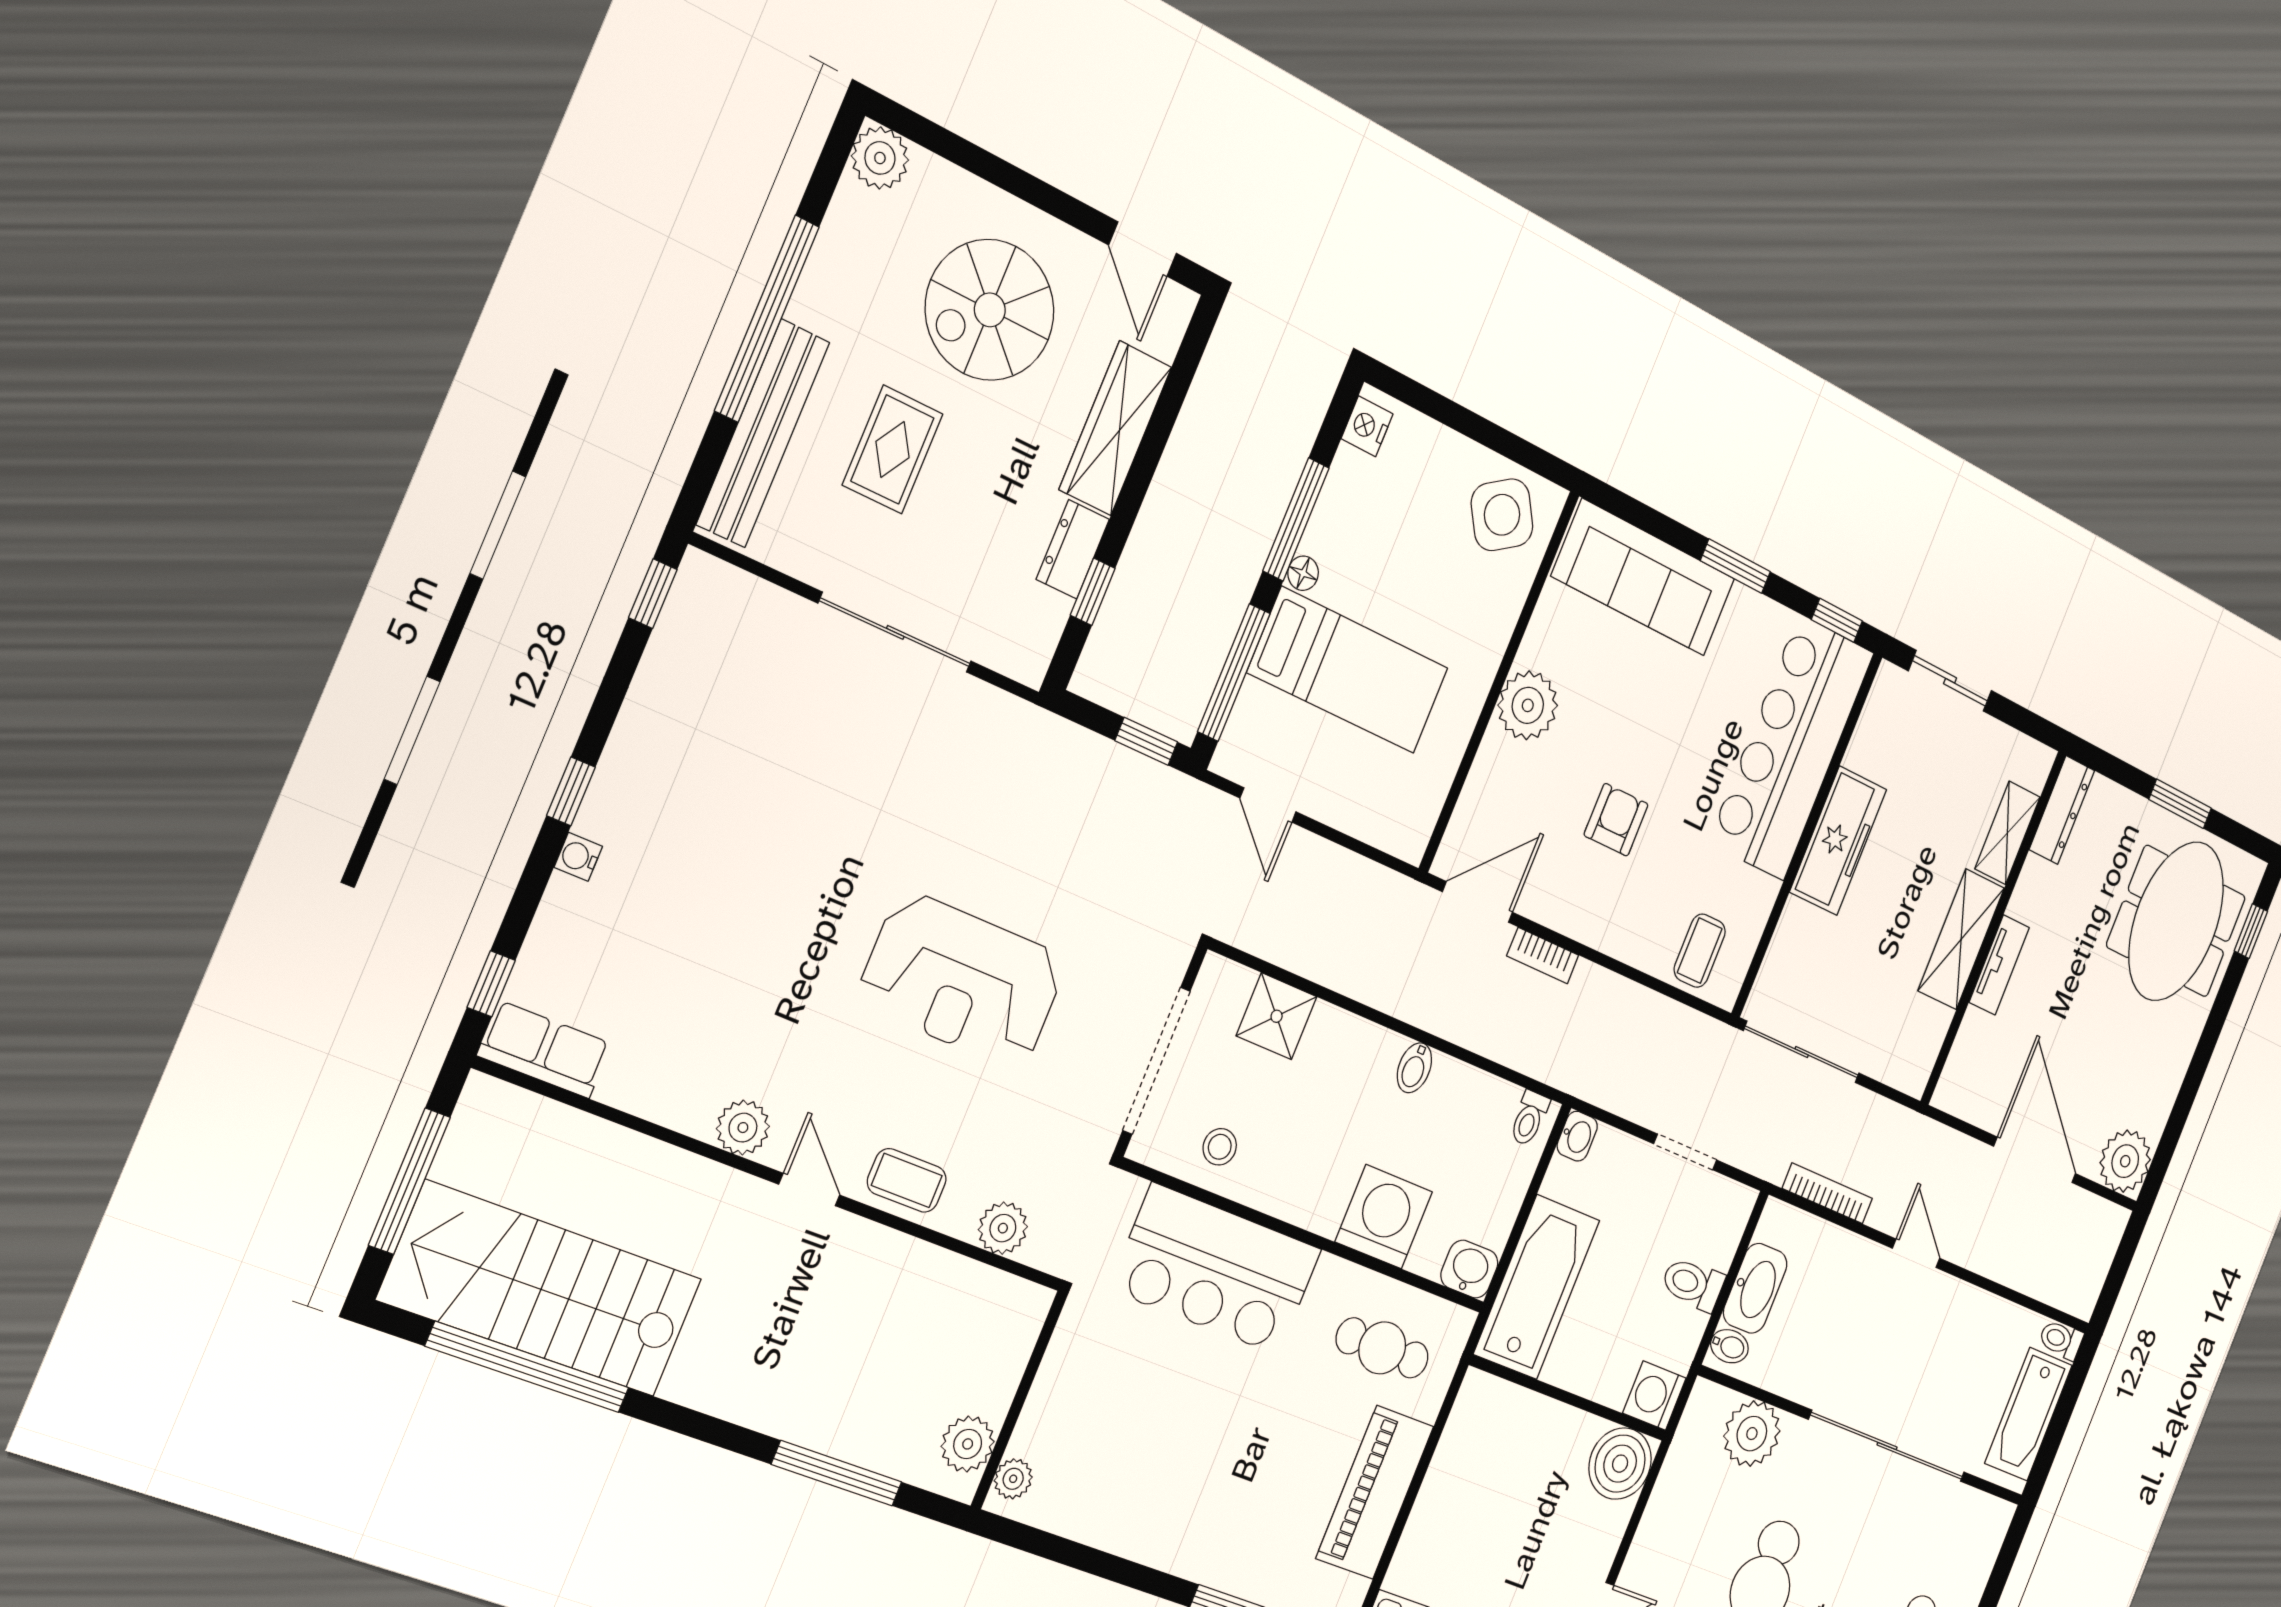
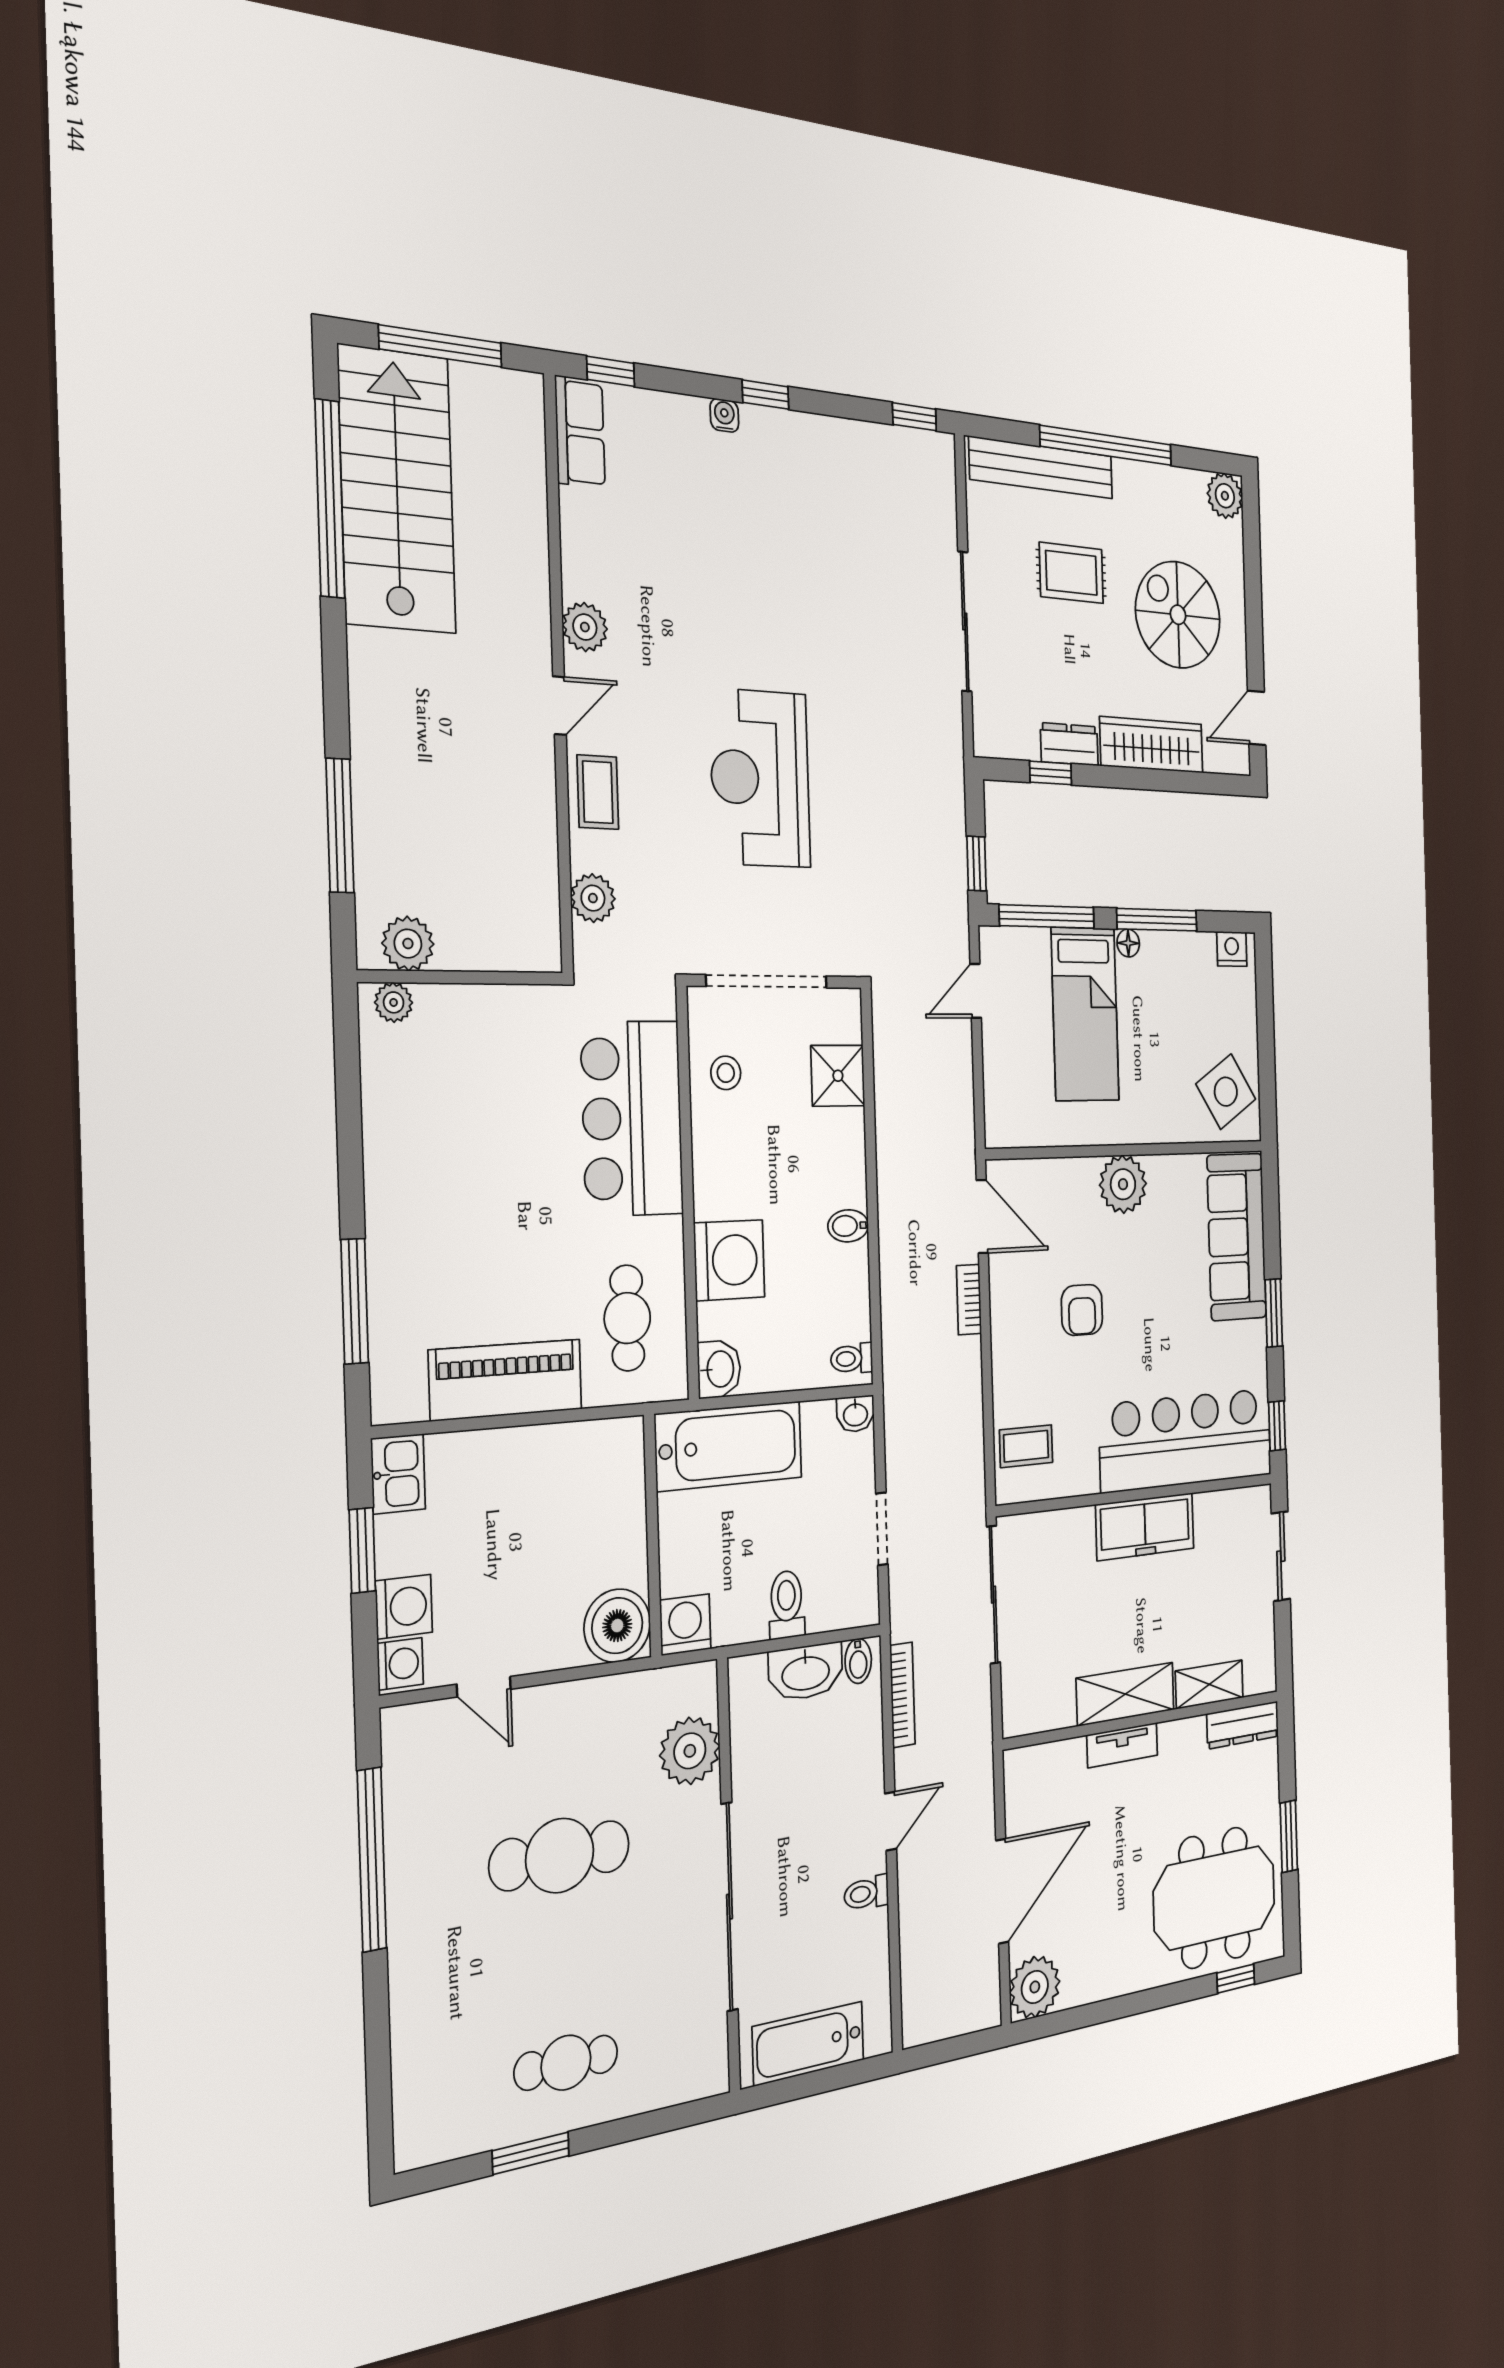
armchair: (1616, 820) -> (1082, 1310), turned 90
toilet: (2061, 1340) -> (866, 1893), moved, turned -90
bidet: (1729, 1346) -> (858, 1661), moved

